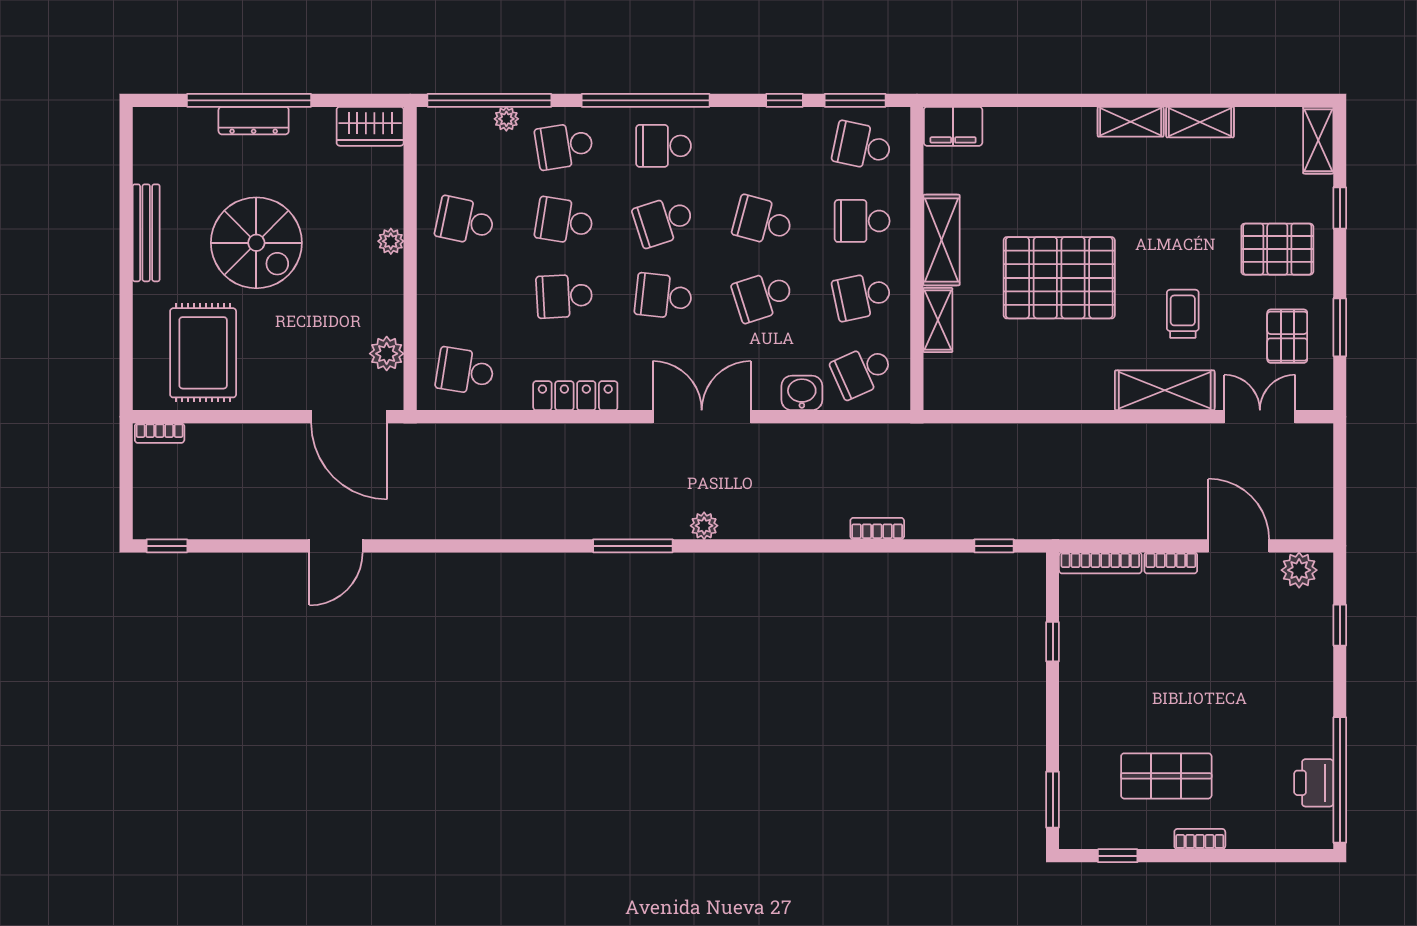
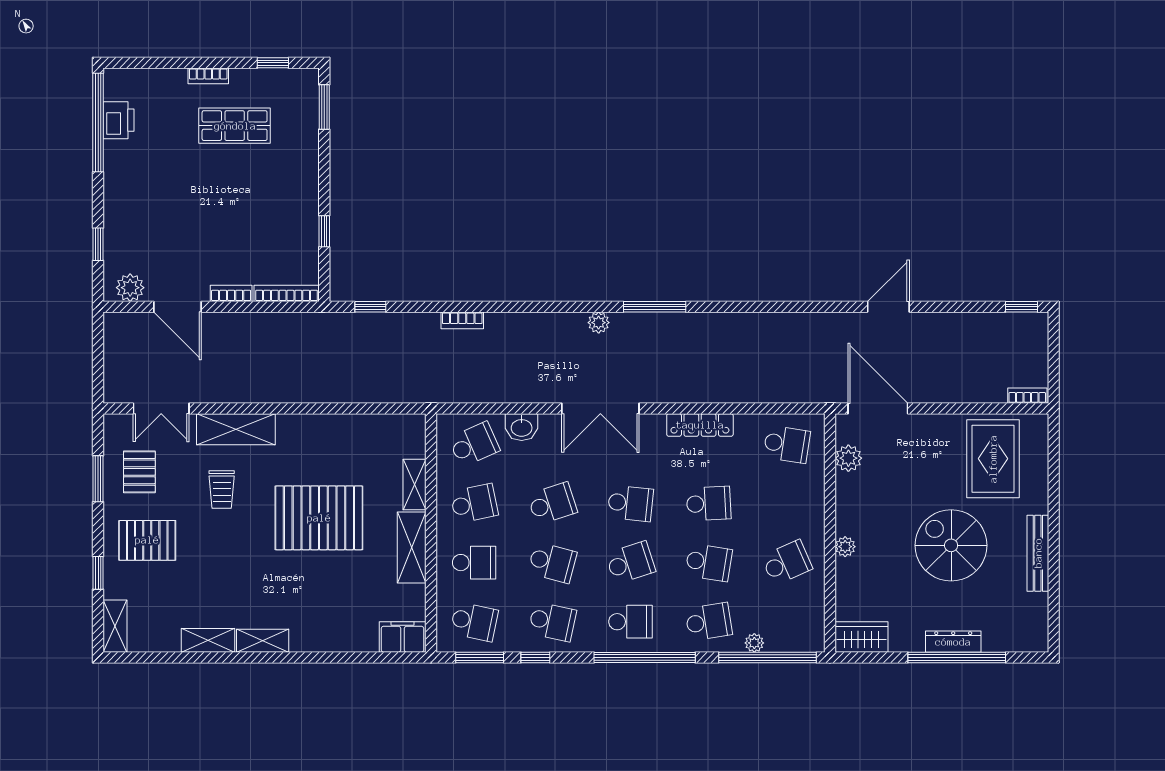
school desk: (763, 146) -> (552, 622), added
school desk: (465, 221) -> (787, 563), turned -36

